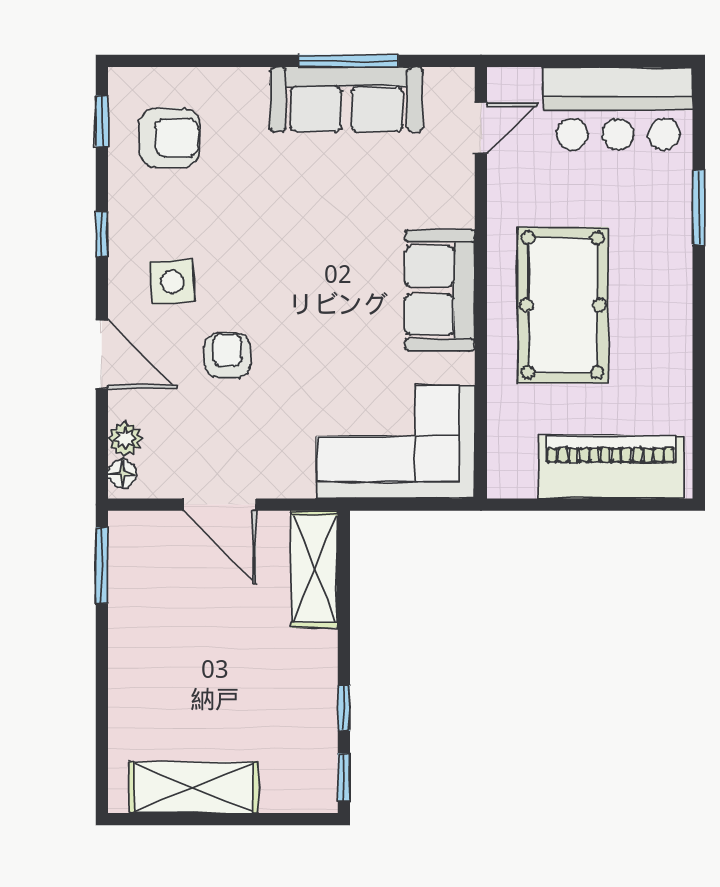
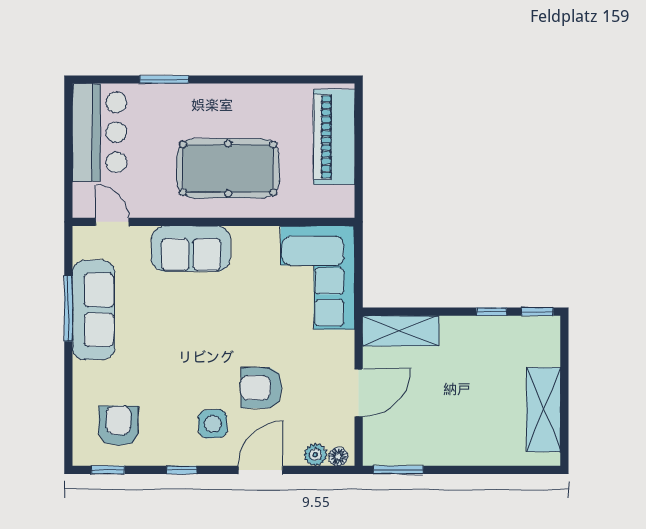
sofa: (440, 290) -> (191, 249), moved
armchair: (228, 356) -> (261, 388), width x1.38, depth x1.38

